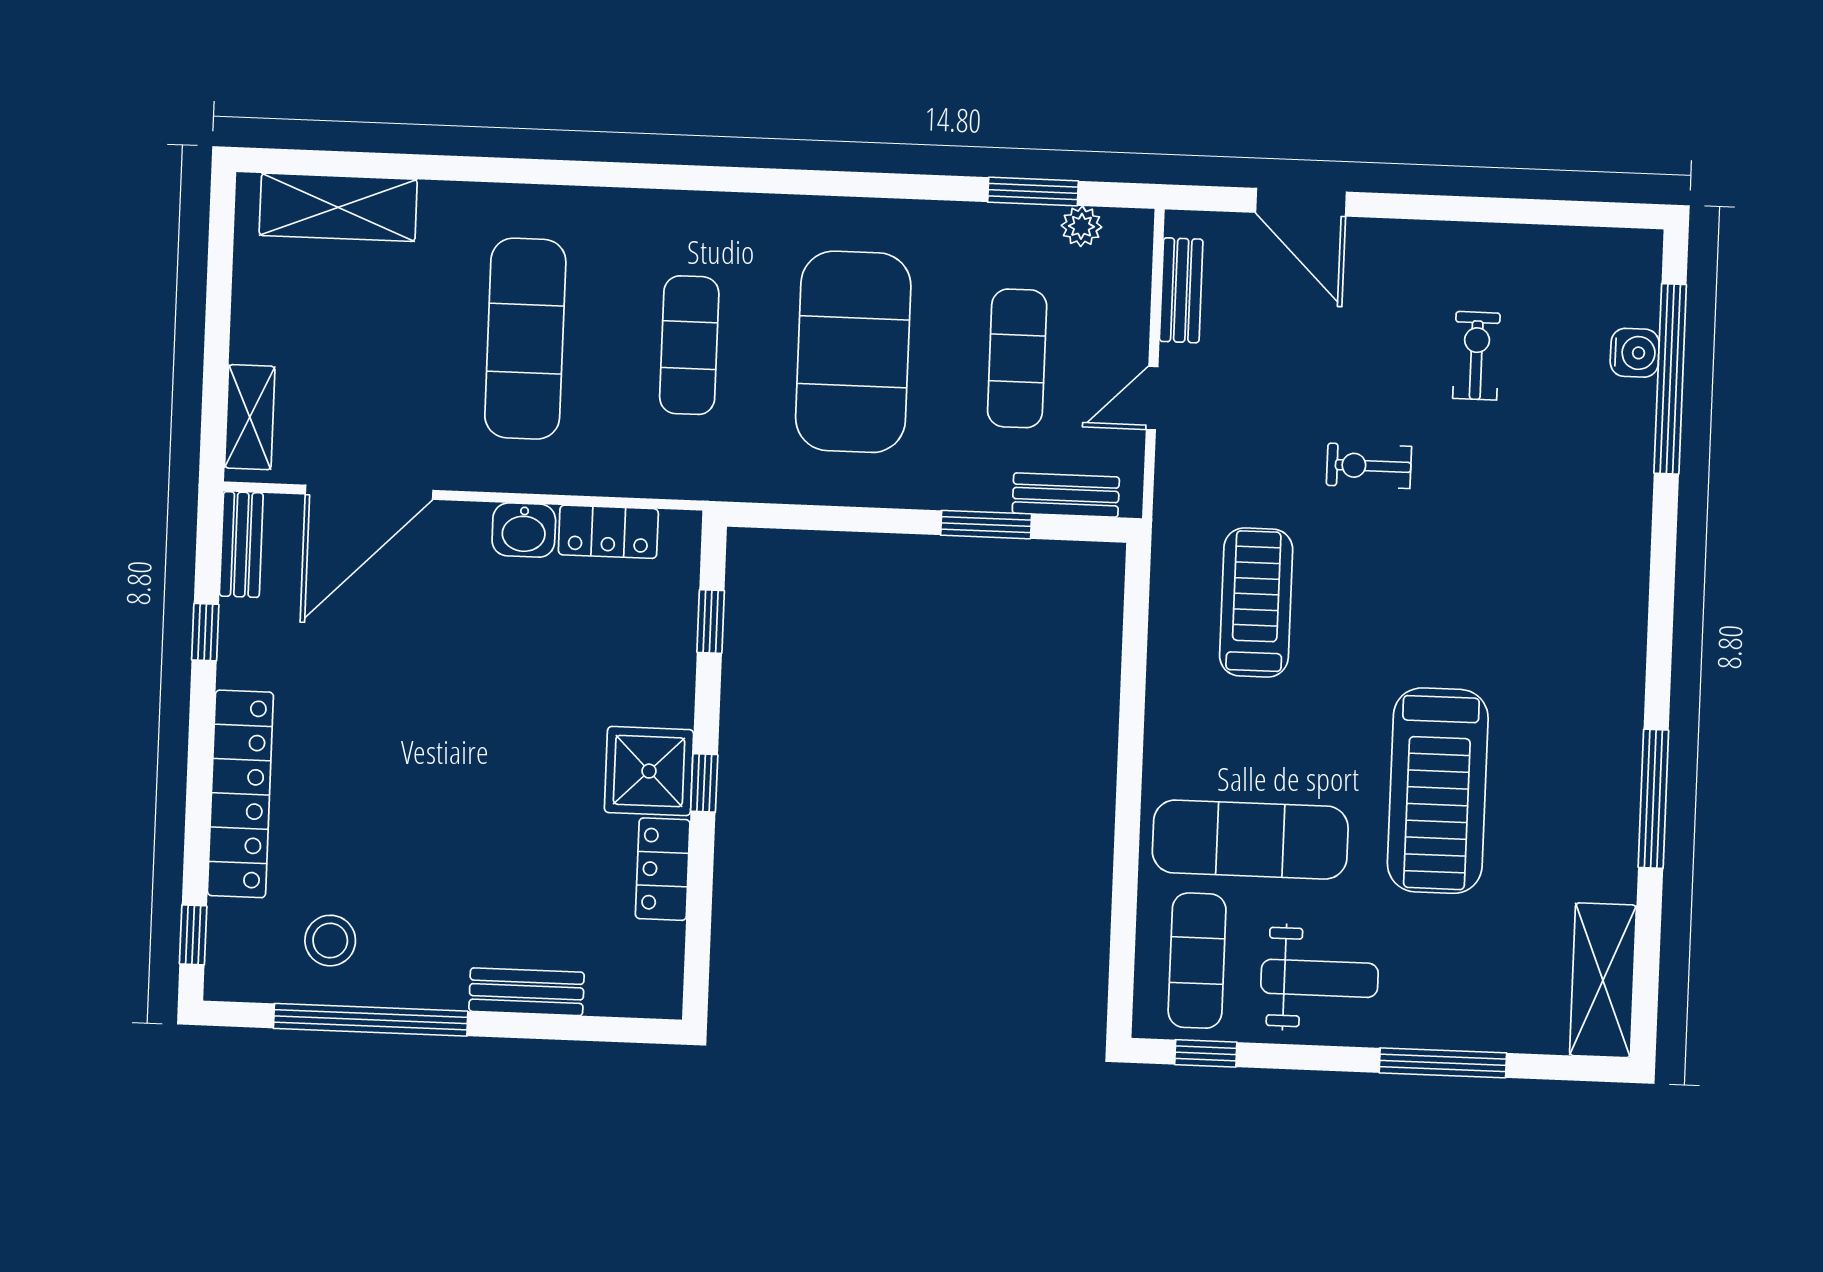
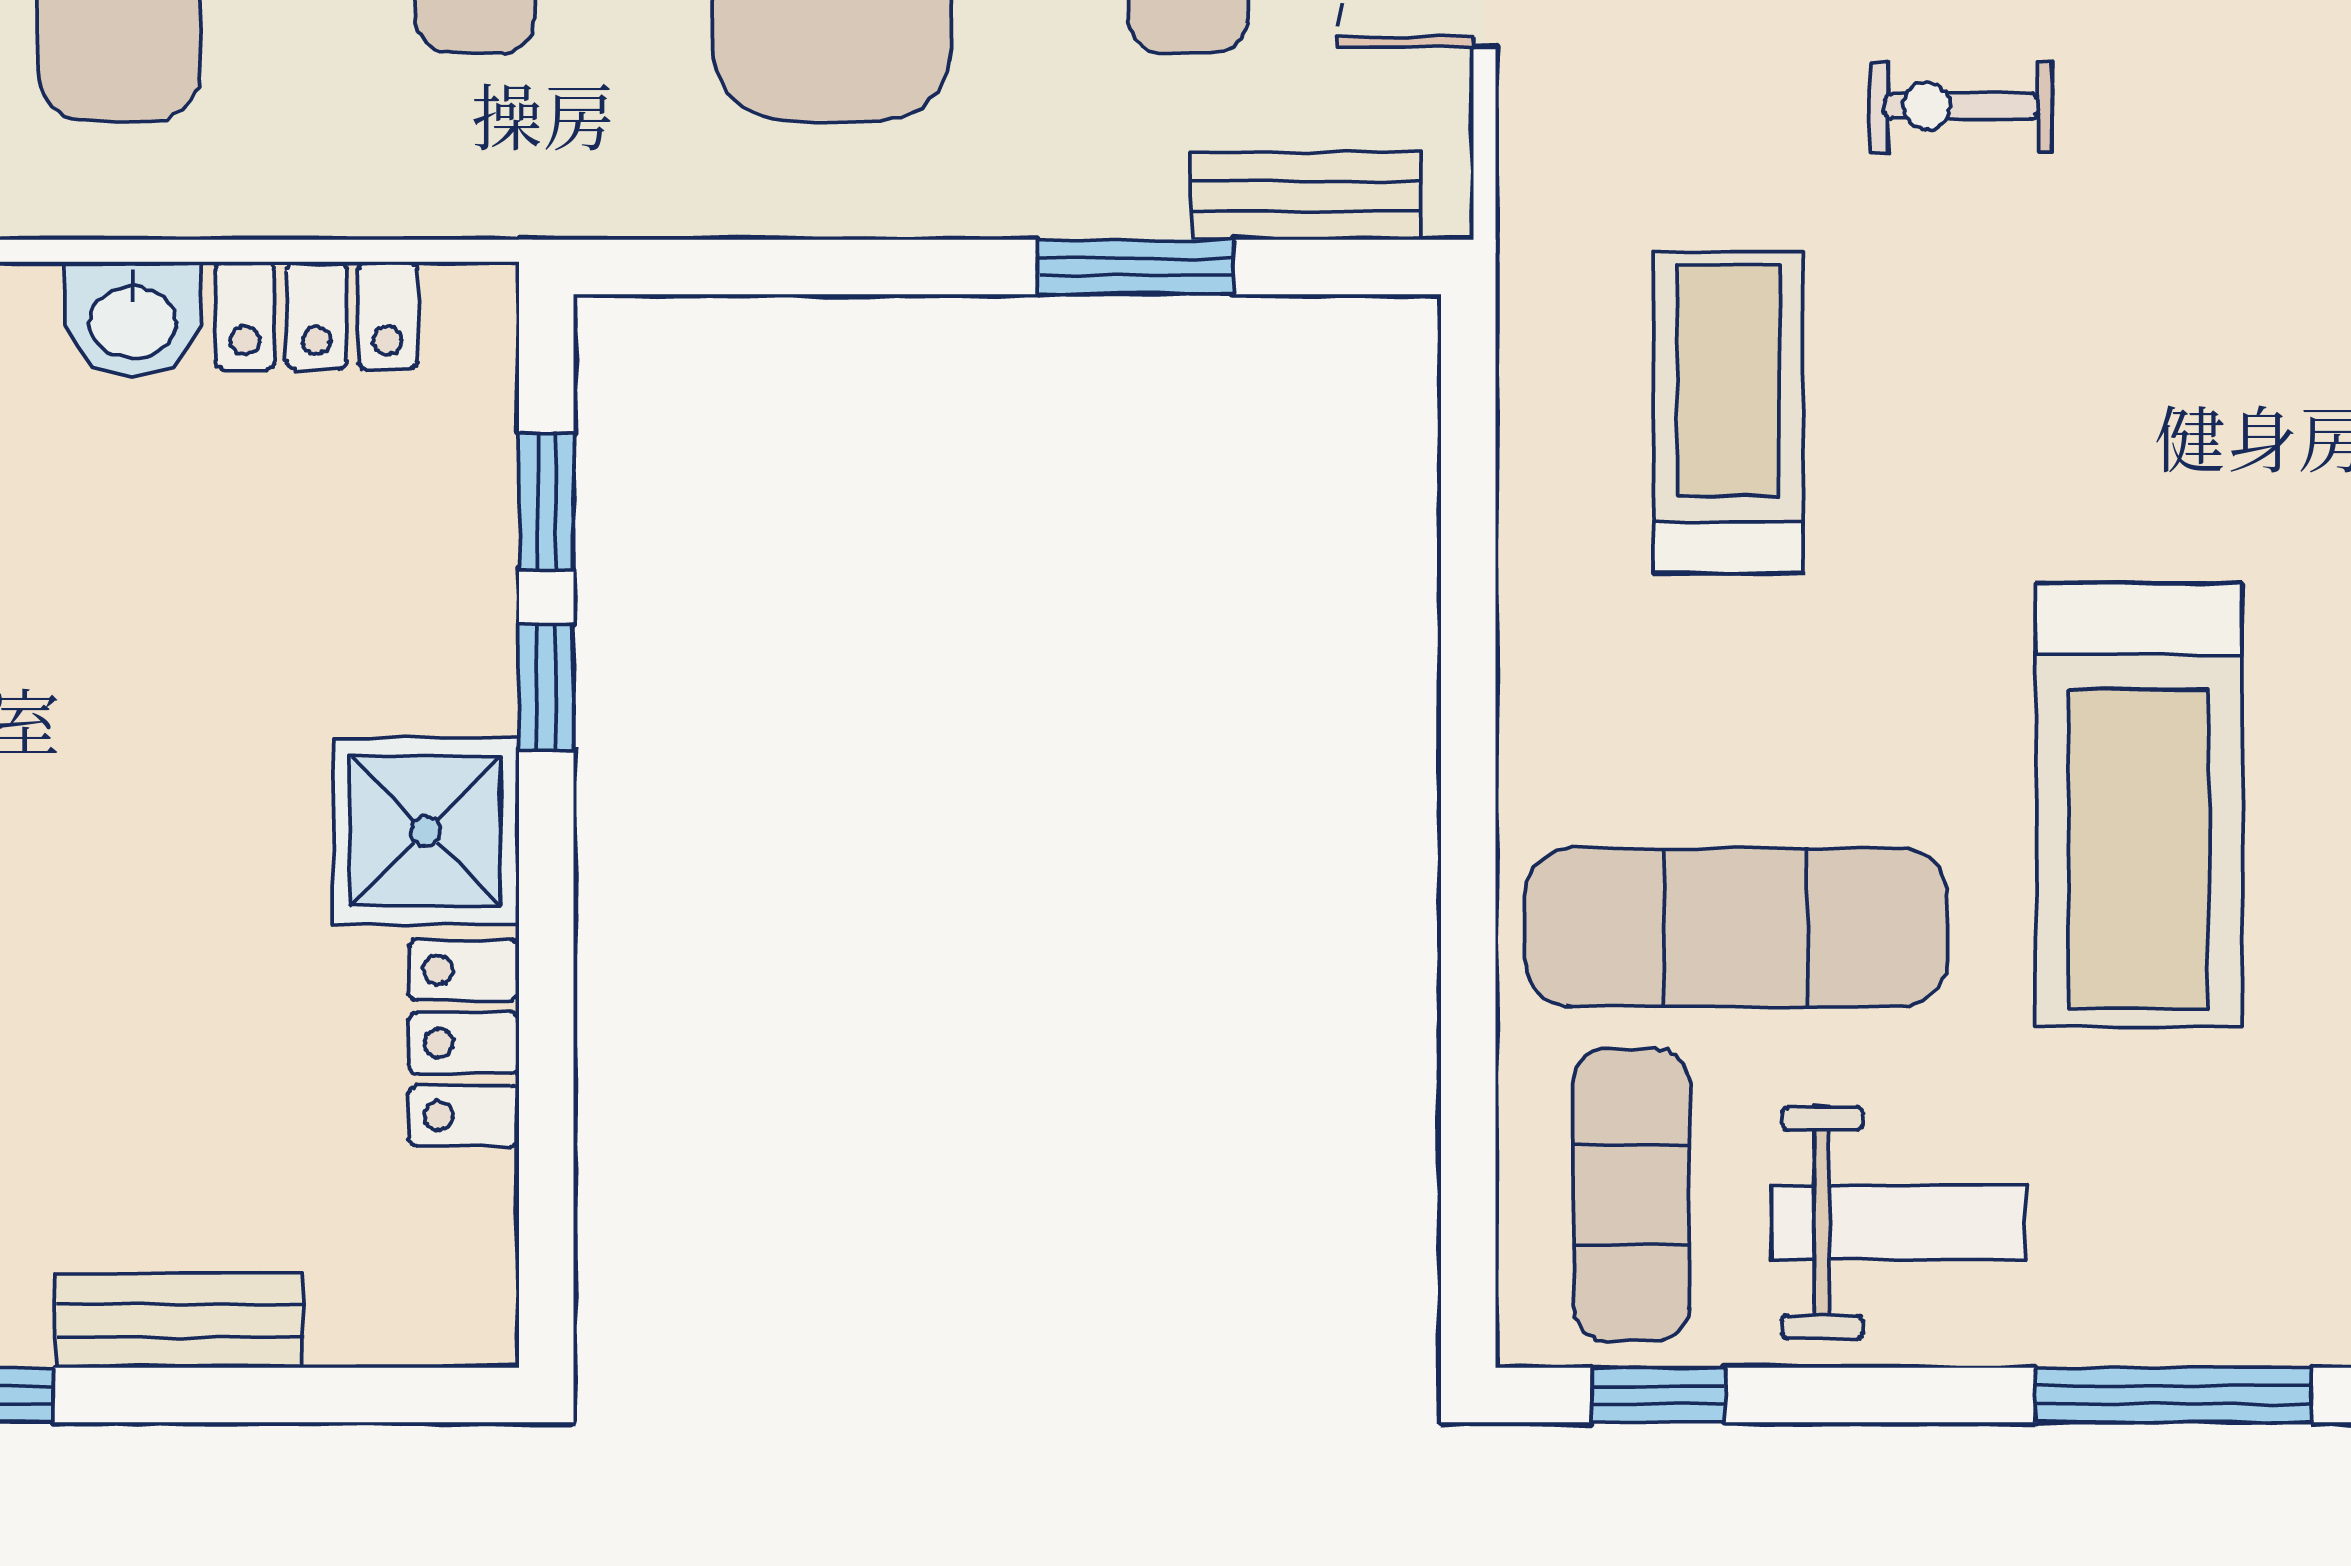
window: (704, 783) -> (546, 687), moved

